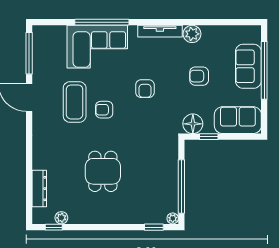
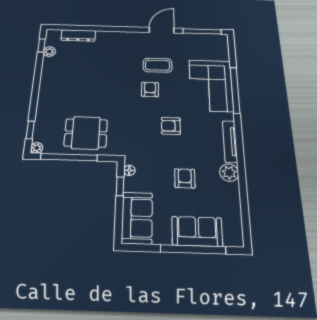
coffee table: (75, 102) -> (158, 65), width x0.73, depth x0.76
floor lamp: (193, 124) -> (129, 170), width x0.53, depth x0.53
dining table: (103, 171) -> (86, 133), moved

